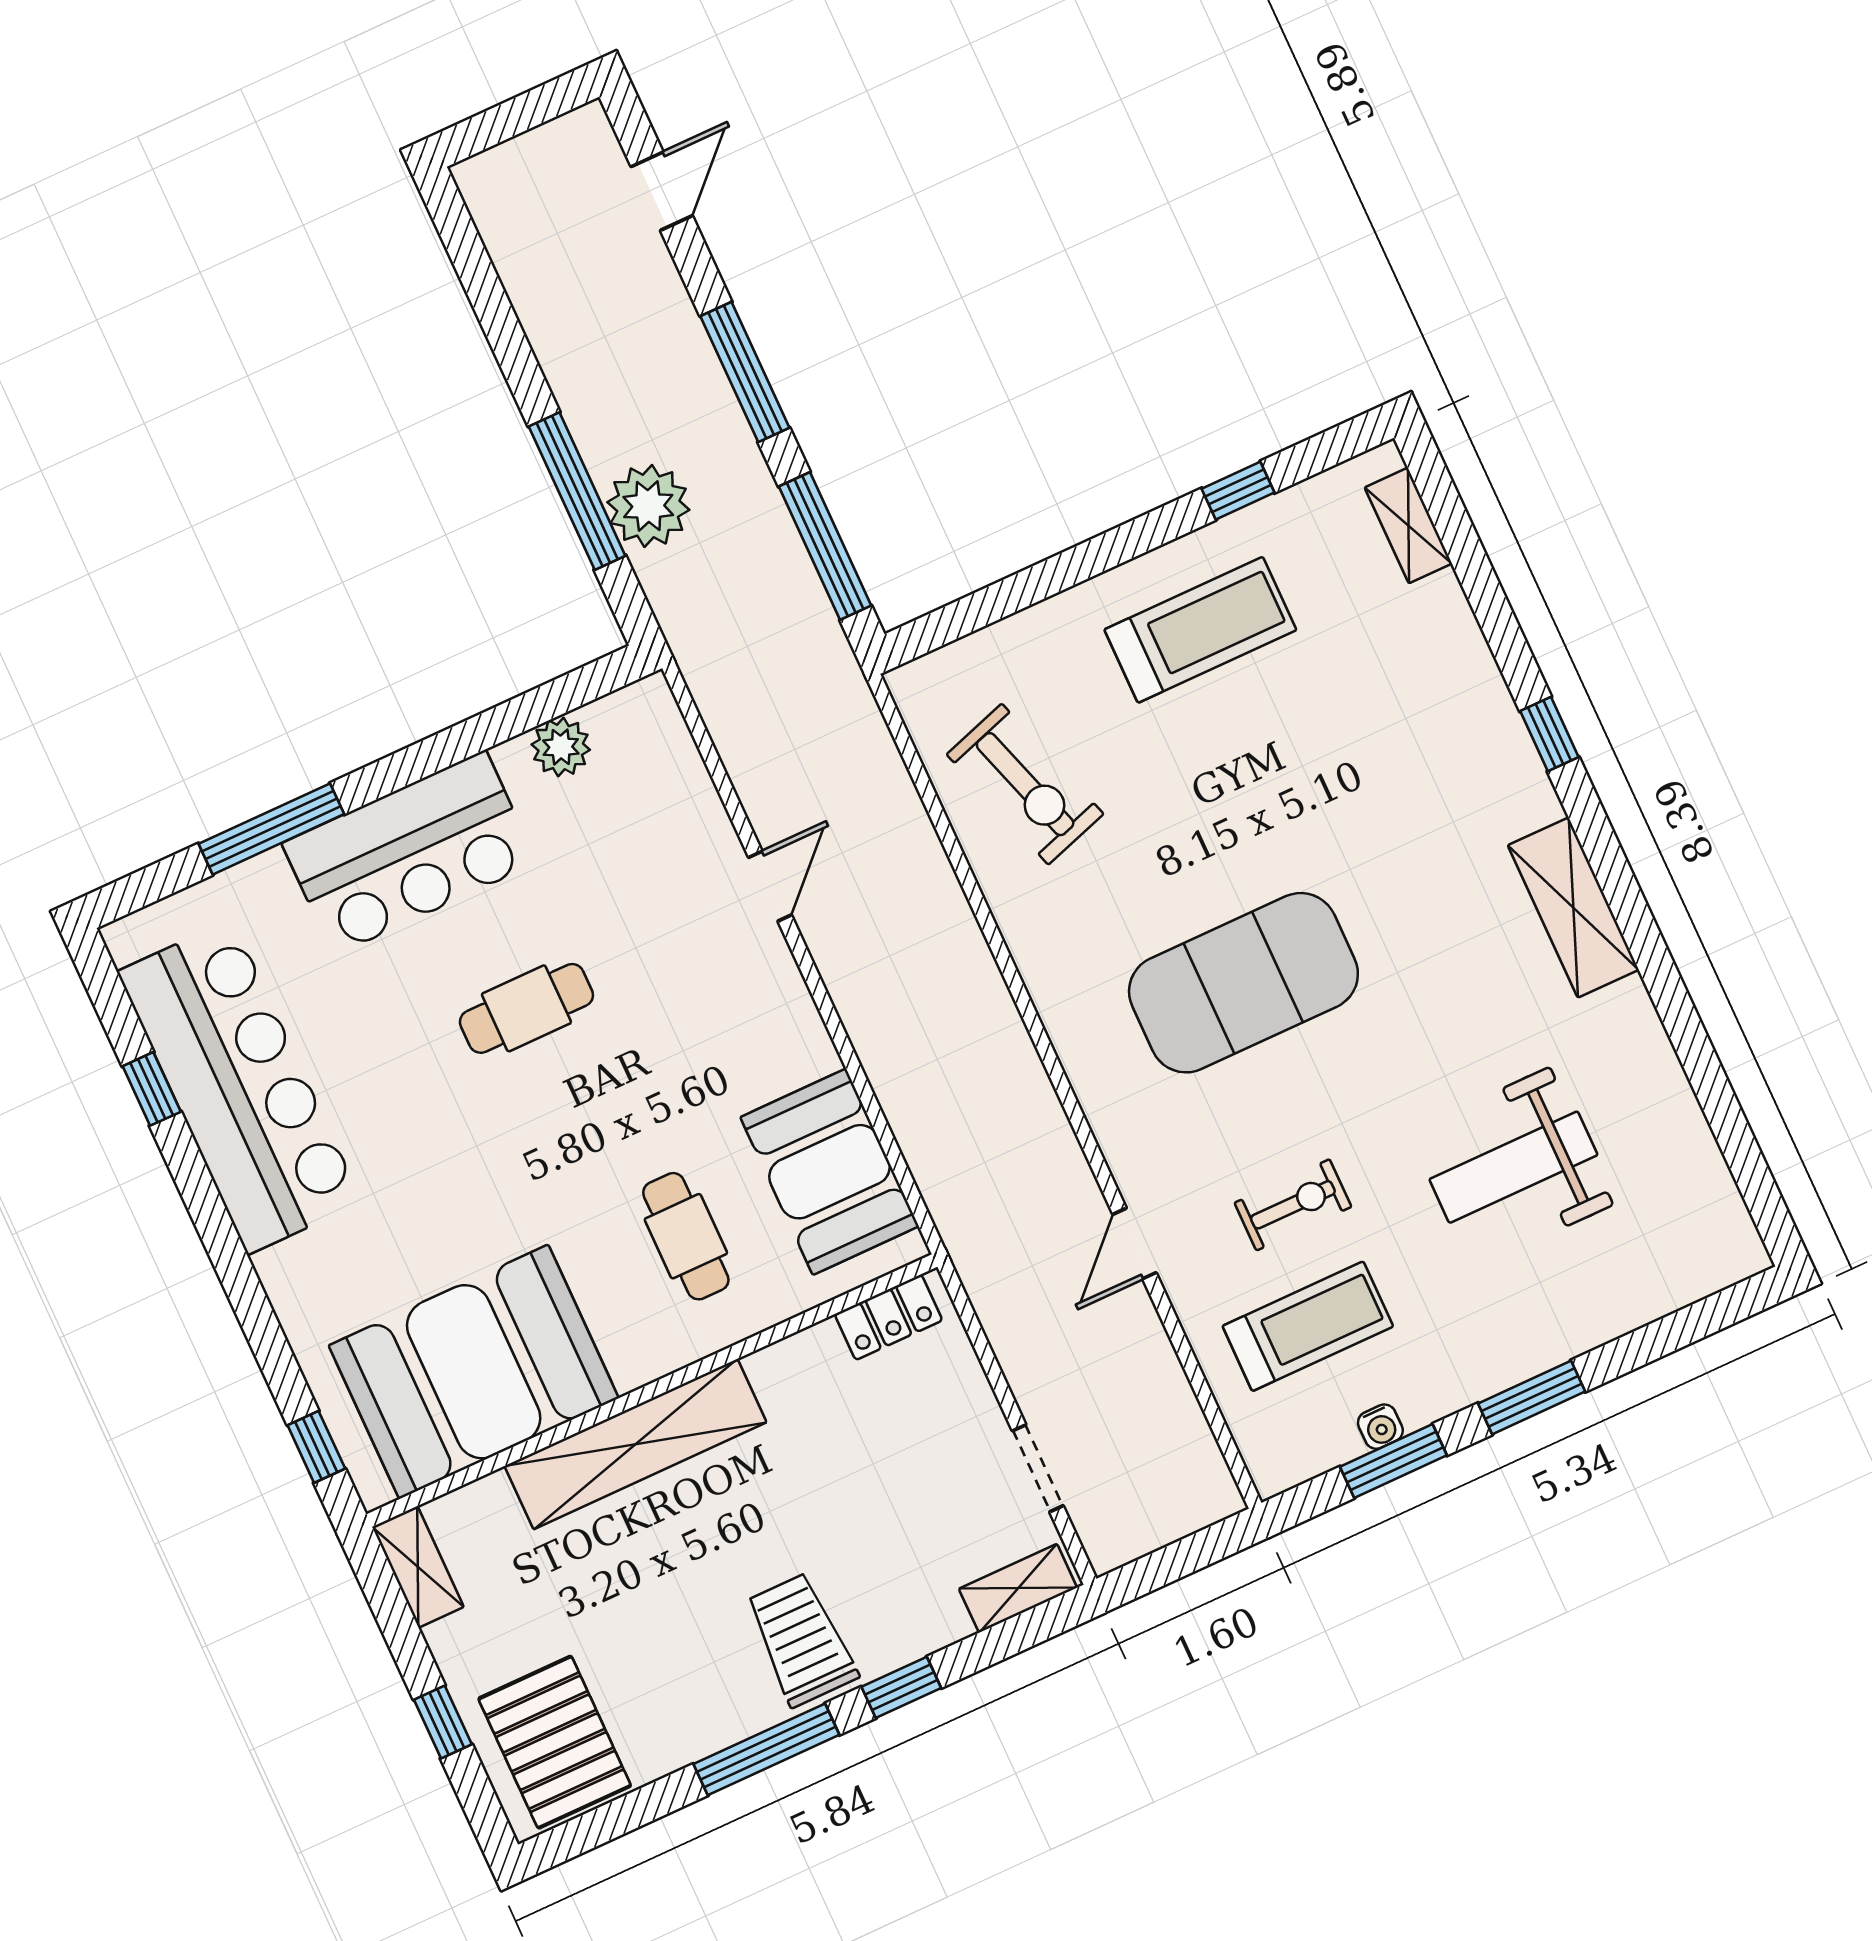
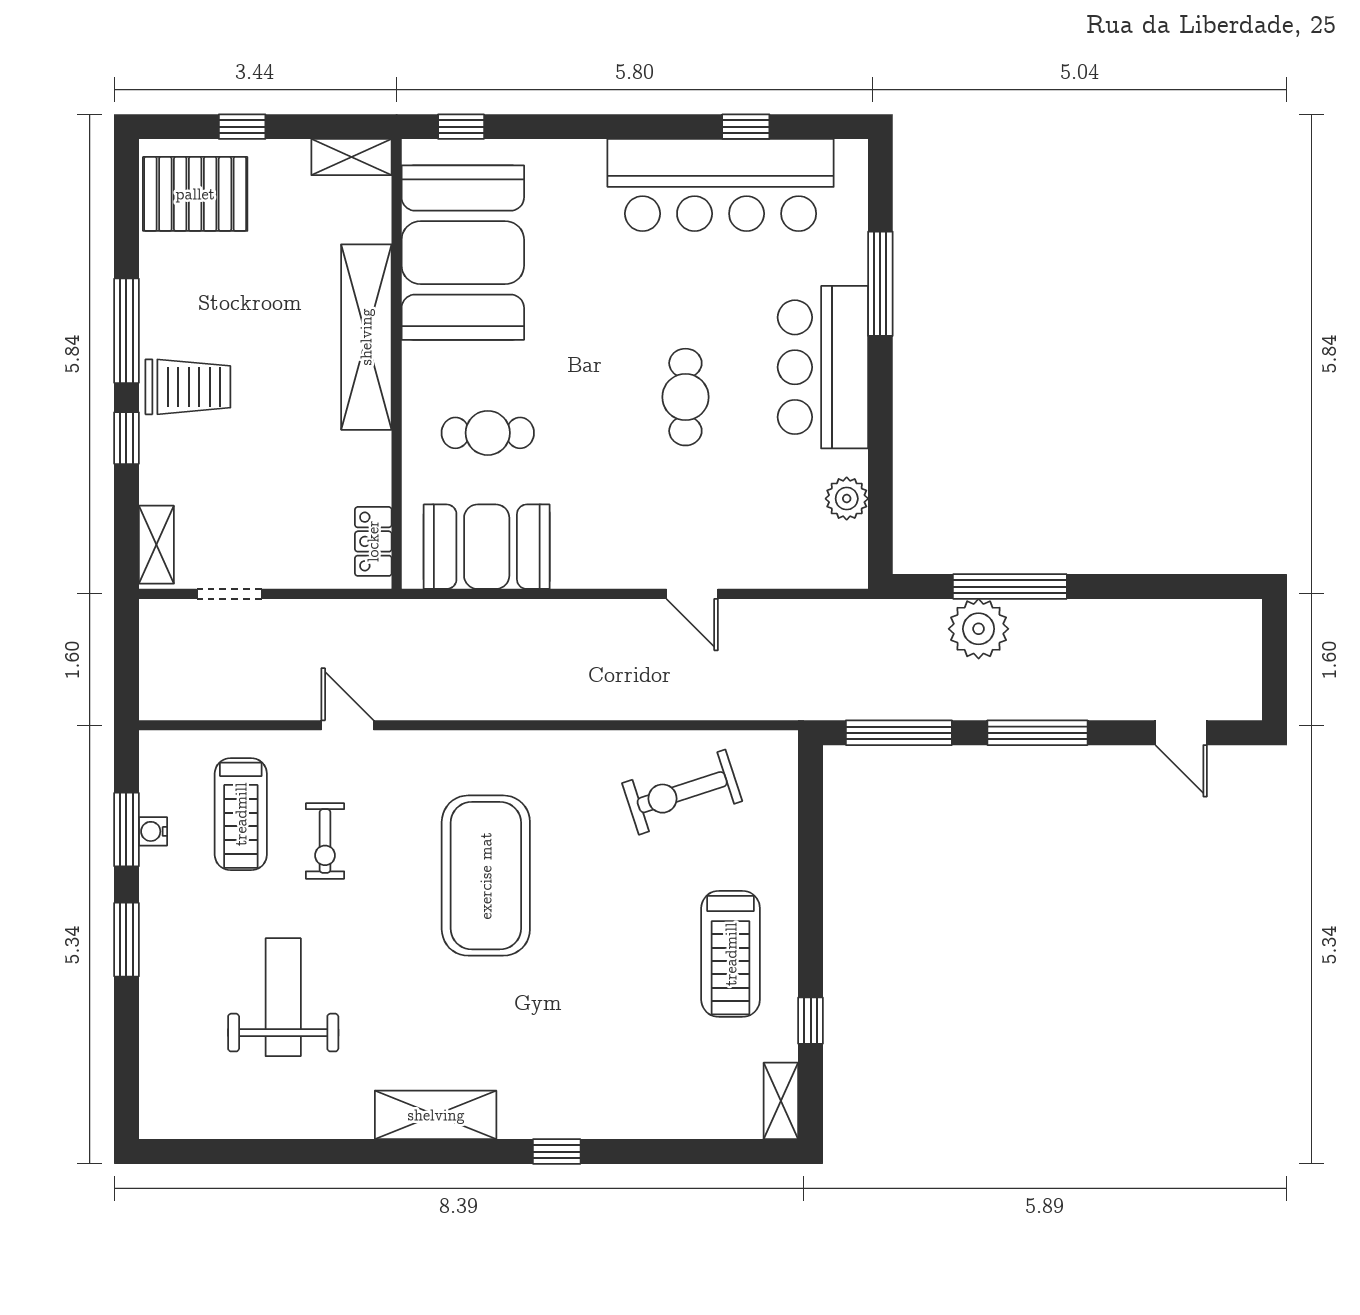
shelving: (1408, 525) -> (781, 1101), moved, turned 90

